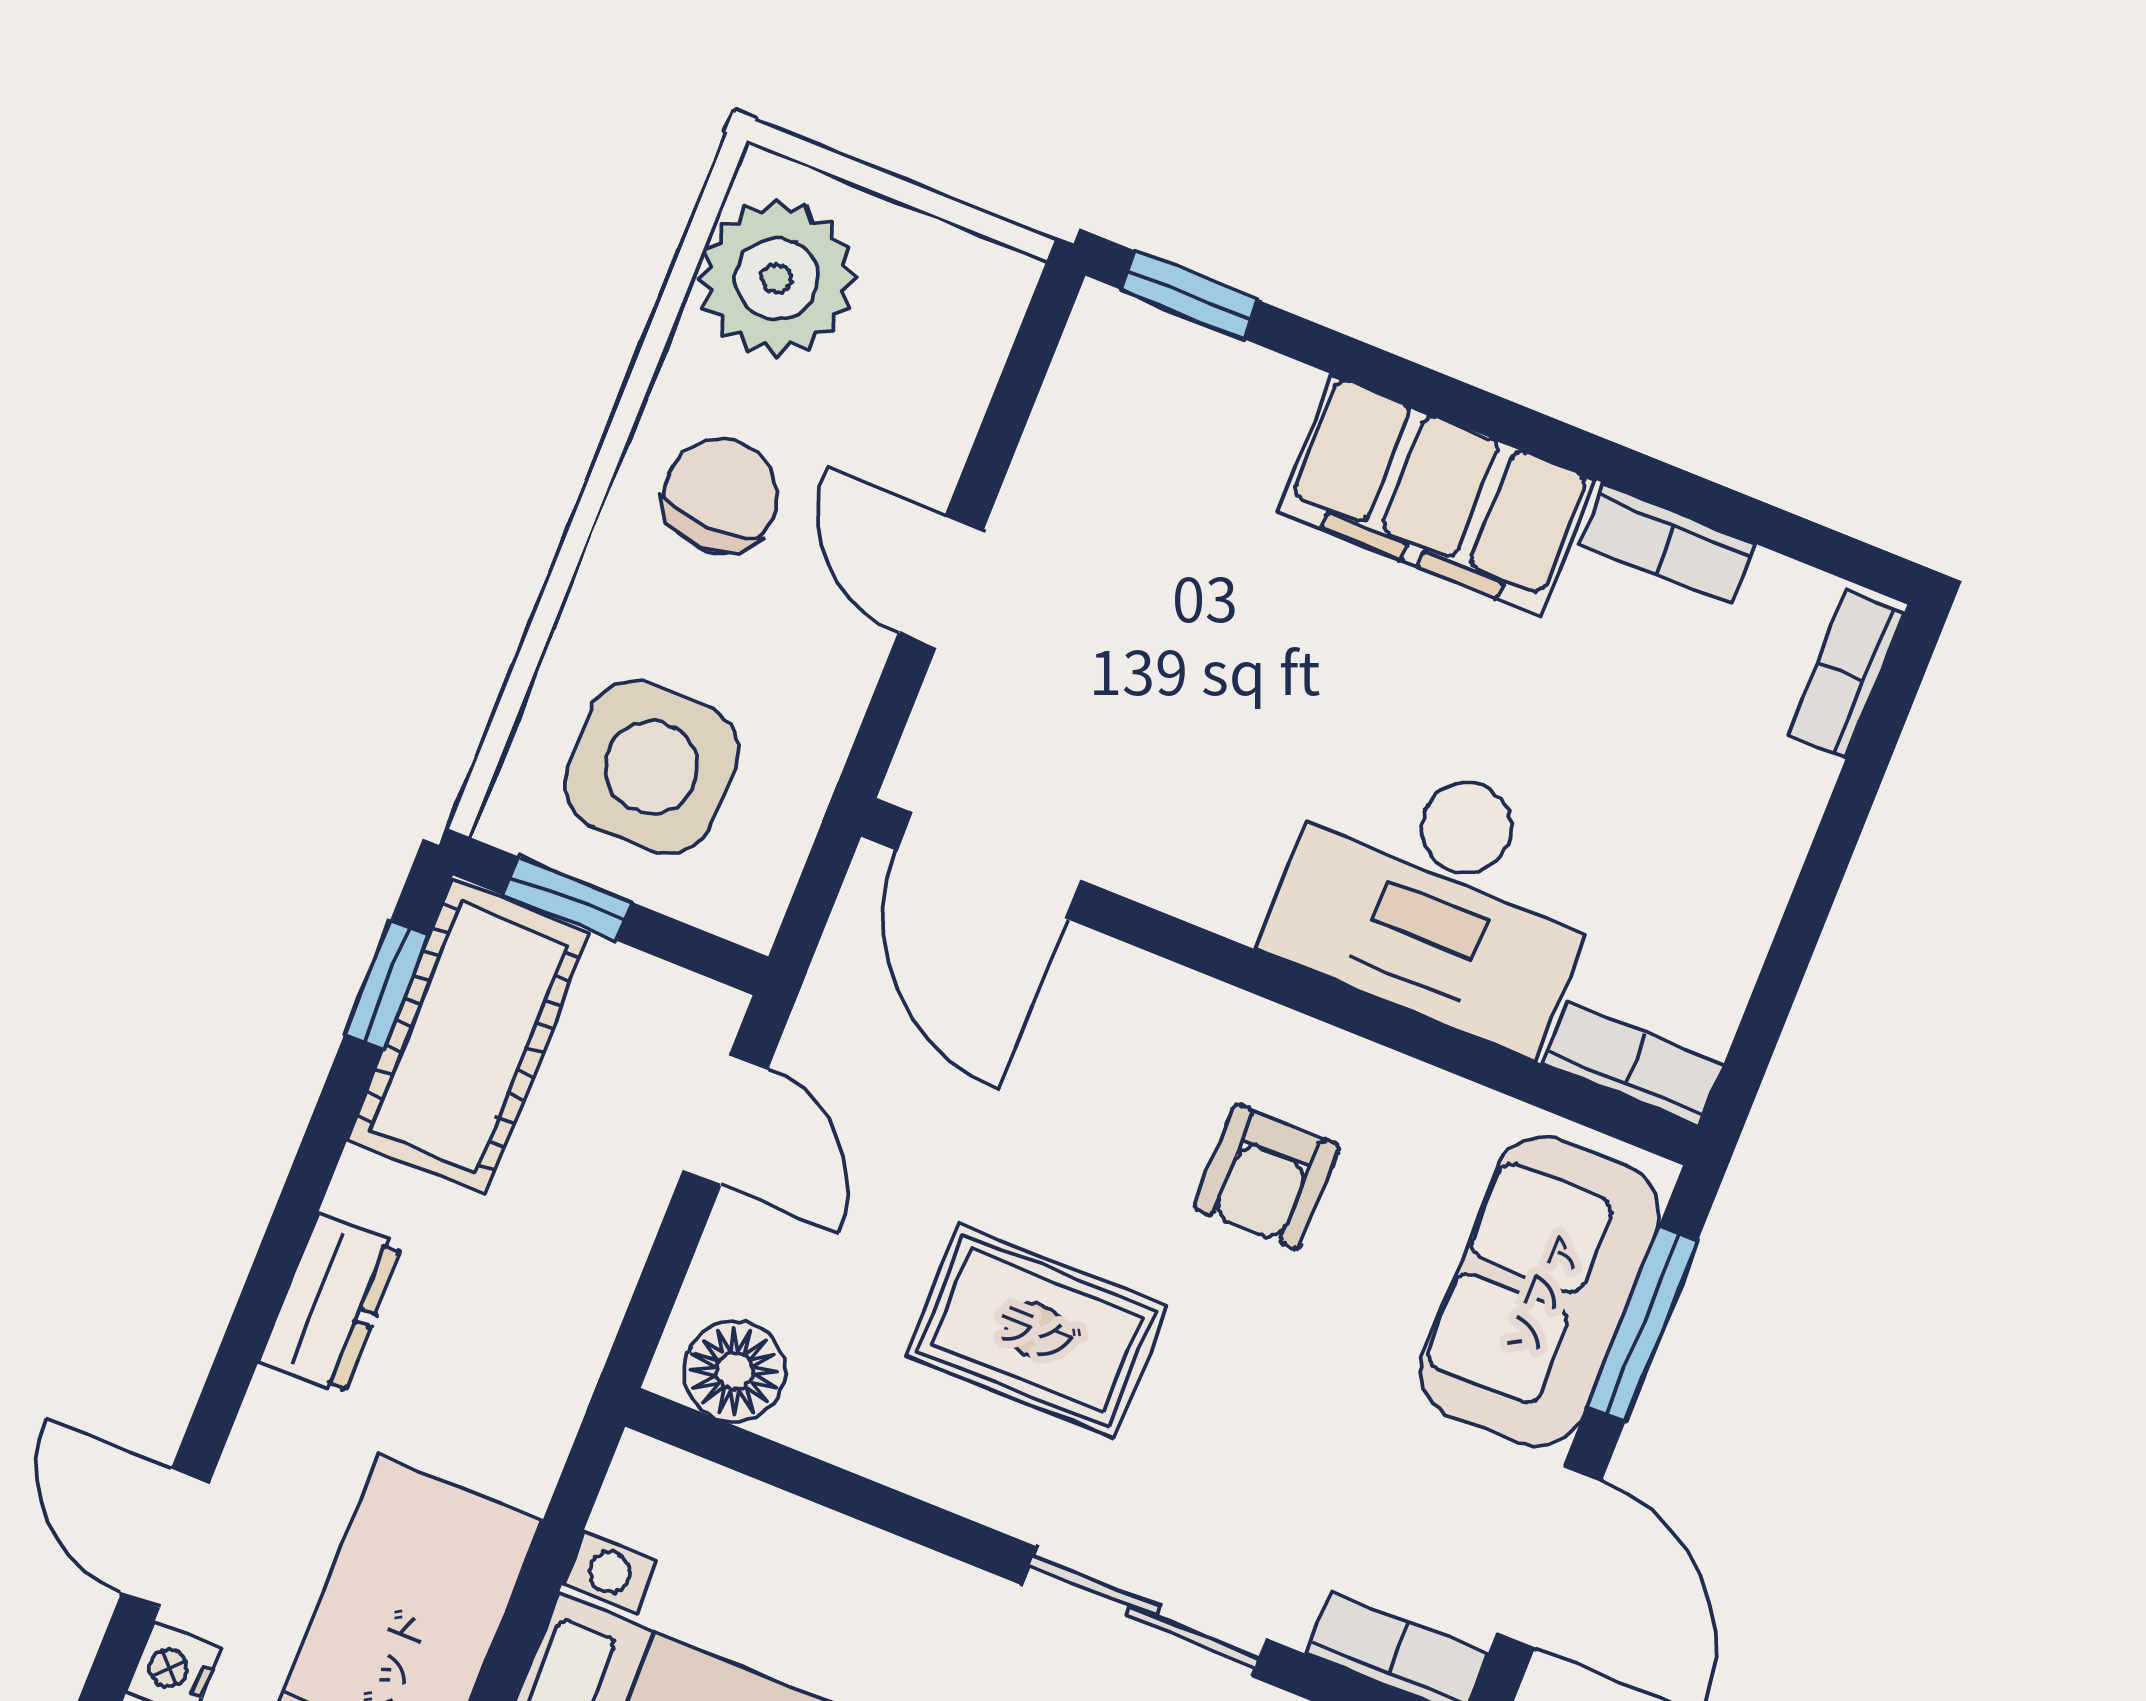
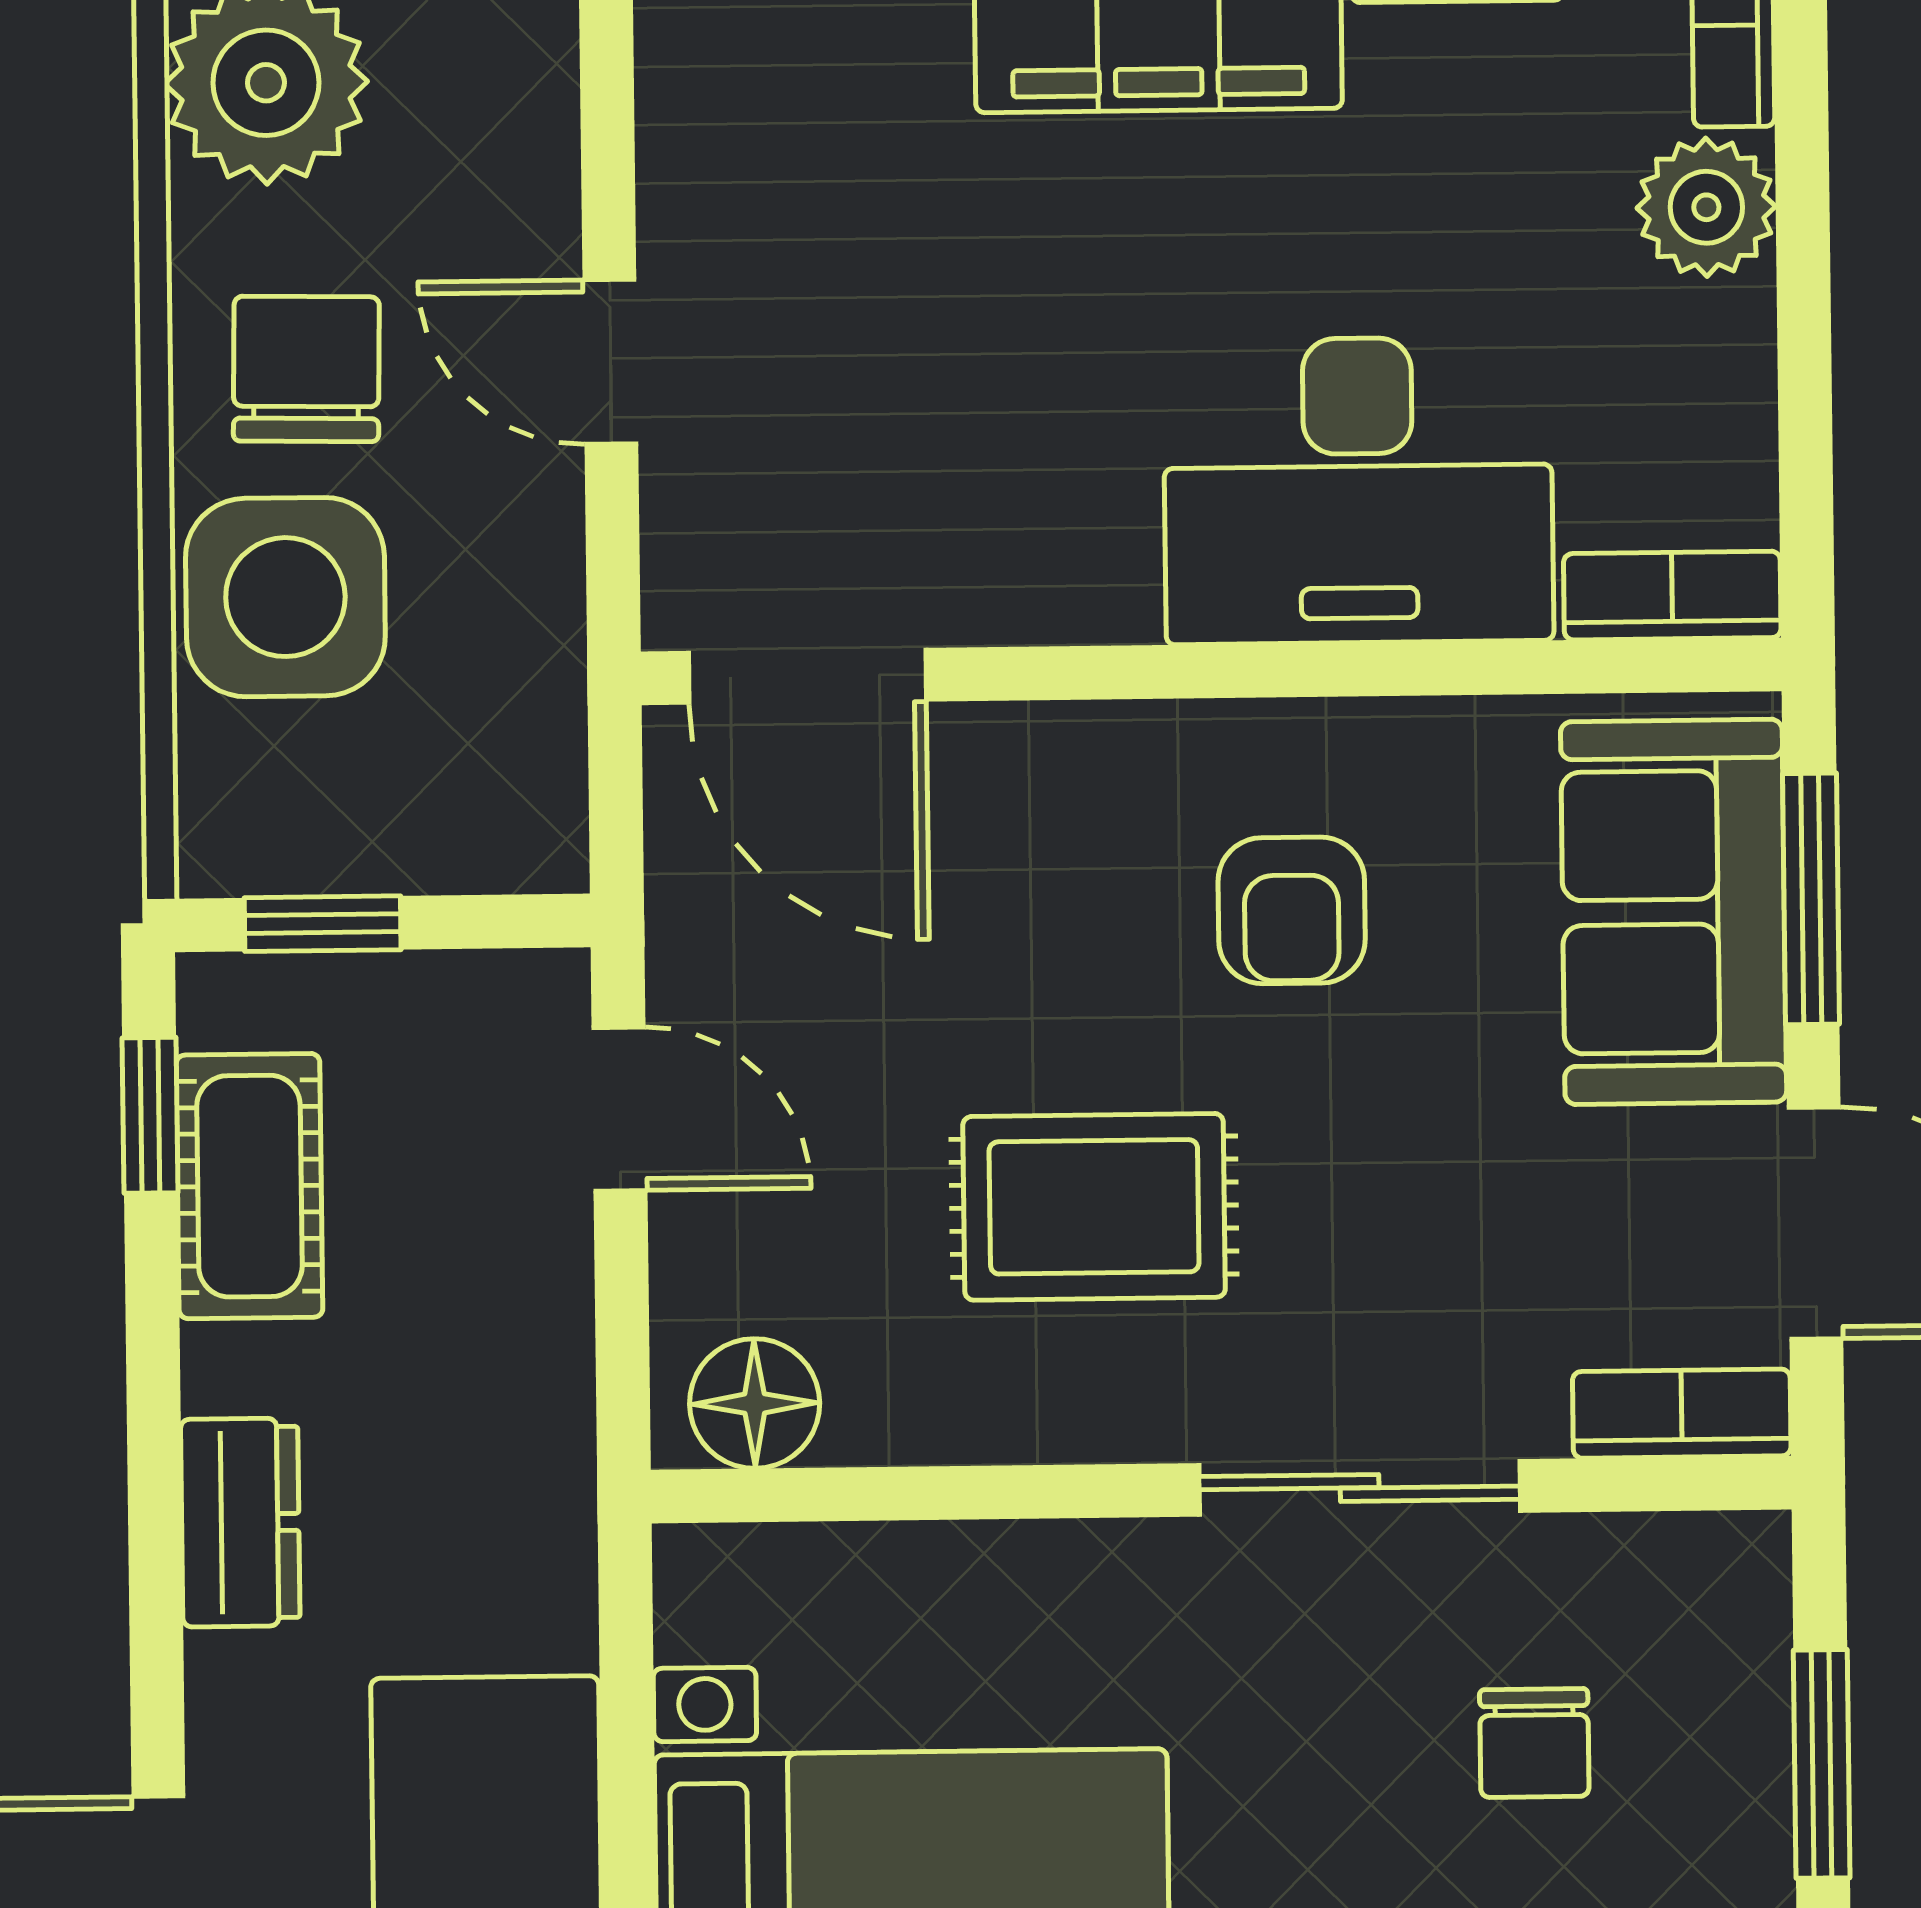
side table: (651, 767) -> (285, 597), moved
plant: (1773, 796) -> (1706, 207), added
cot: (469, 1037) -> (249, 1186), width x0.73, depth x0.75

